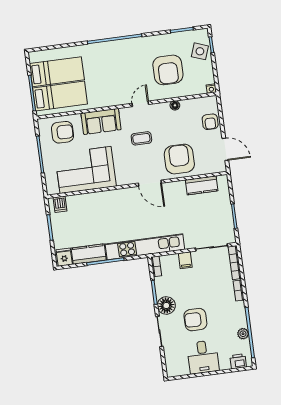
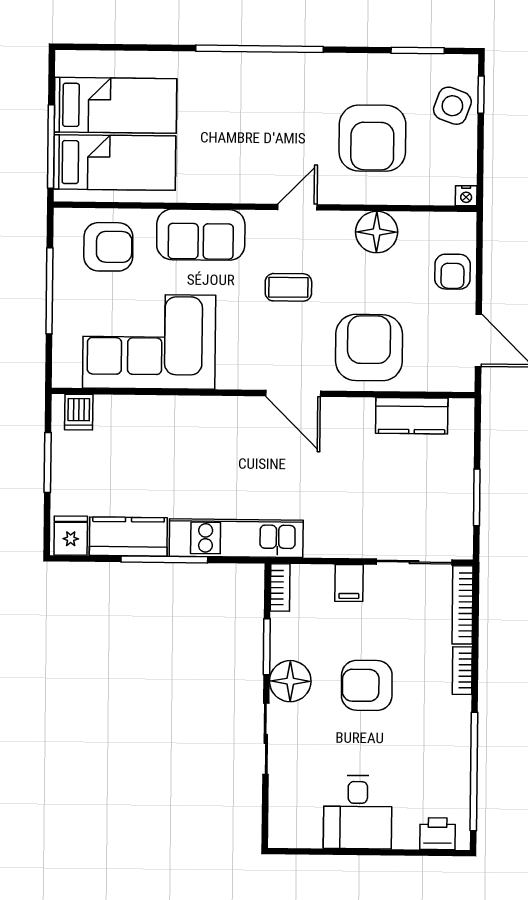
floor lamp: (175, 105) -> (377, 232), width x1.89, depth x1.89
kitchen unit: (145, 247) -> (236, 538), width x0.73
armchair: (195, 320) -> (367, 685), moved
plant: (243, 334) -> (458, 772), removed

